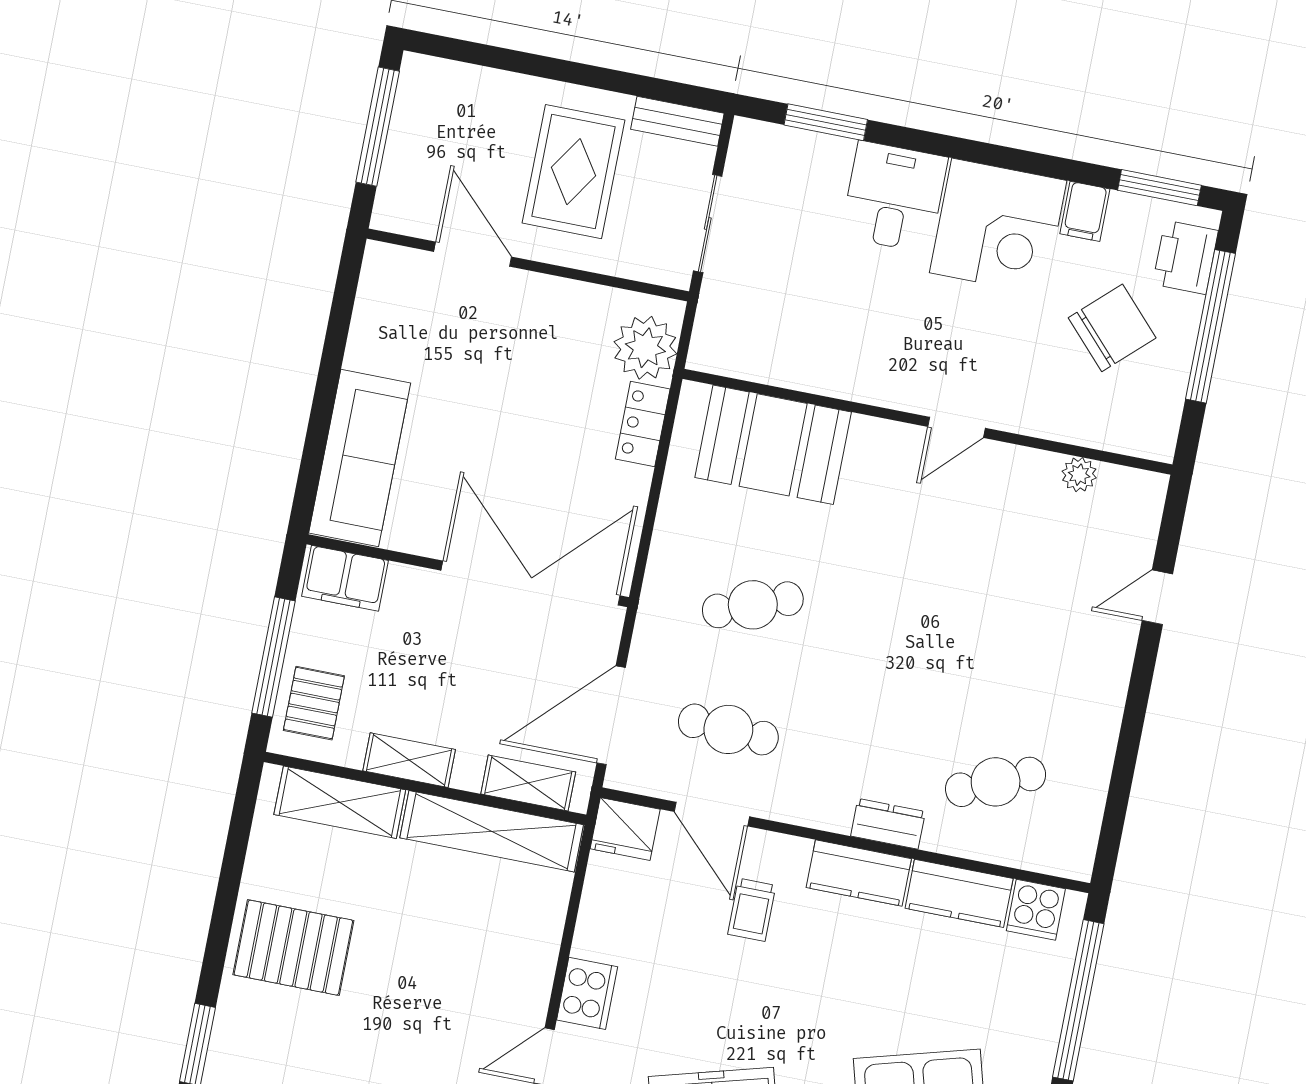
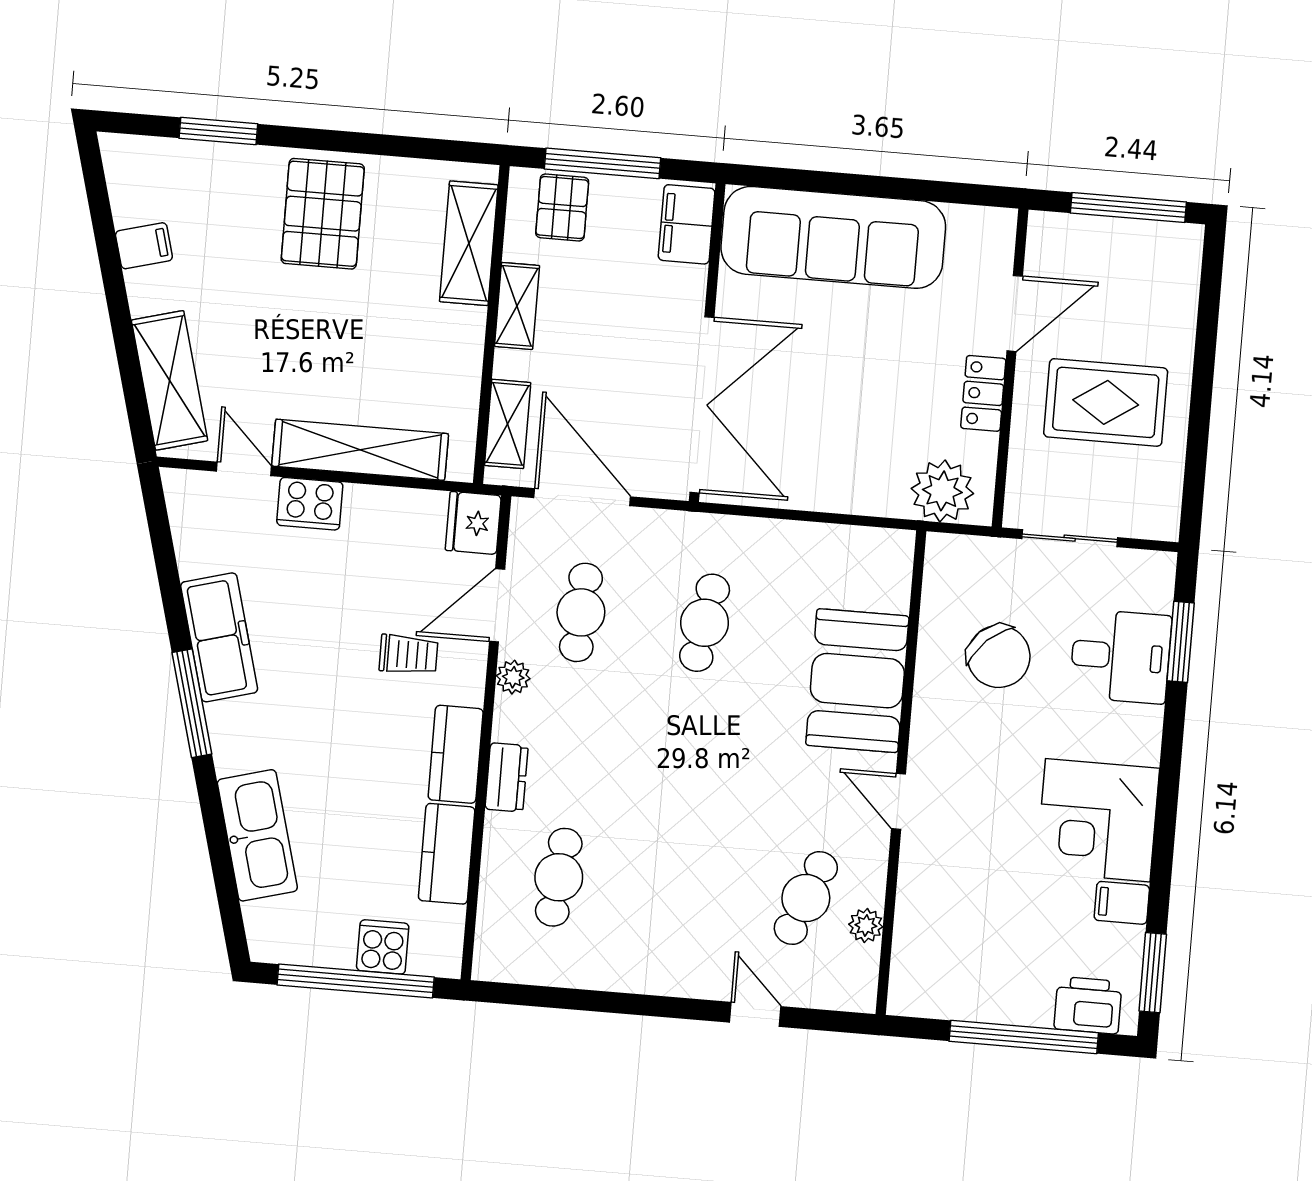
bench: (677, 121) -> (1166, 498), removed
desk: (894, 197) -> (1121, 656), moved
chair: (1112, 328) -> (999, 656), moved
locker: (643, 424) -> (983, 393), moved, turned -90
booth: (773, 445) -> (857, 681), moved
sofa: (360, 458) -> (833, 237), width x1.36, depth x1.27
cafe table: (1044, 533) -> (806, 898), added
cafe table: (753, 605) -> (705, 623), turned 30
pallet: (314, 703) -> (562, 208), turned 90
cafe table: (996, 782) -> (559, 877), turned 30
plant: (787, 806) -> (513, 677), added
shelving: (492, 831) -> (360, 450), moved, turned 90
trolley: (752, 910) -> (408, 655), turned 180
cooker: (1036, 910) -> (383, 947), moved, turned 90

